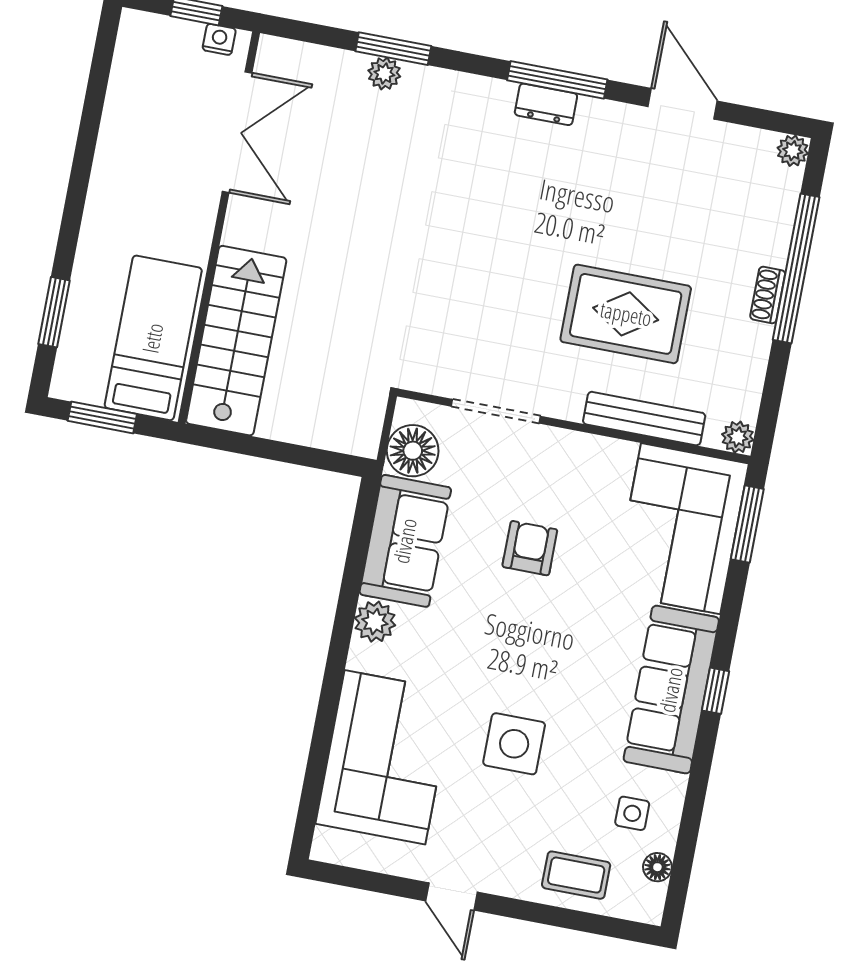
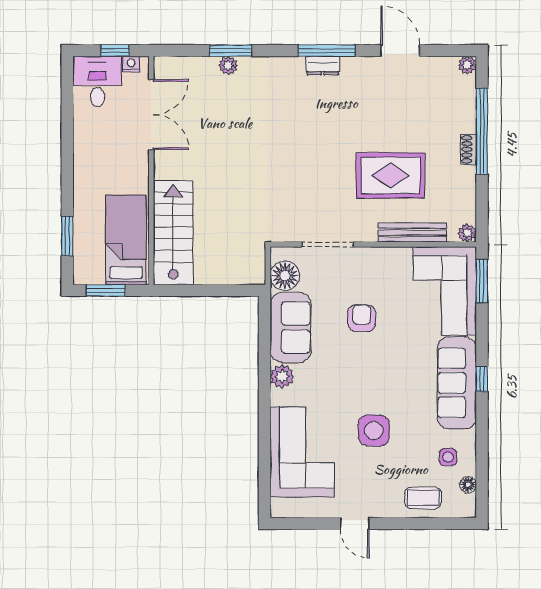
desk: (156, 58) -> (97, 81), added

